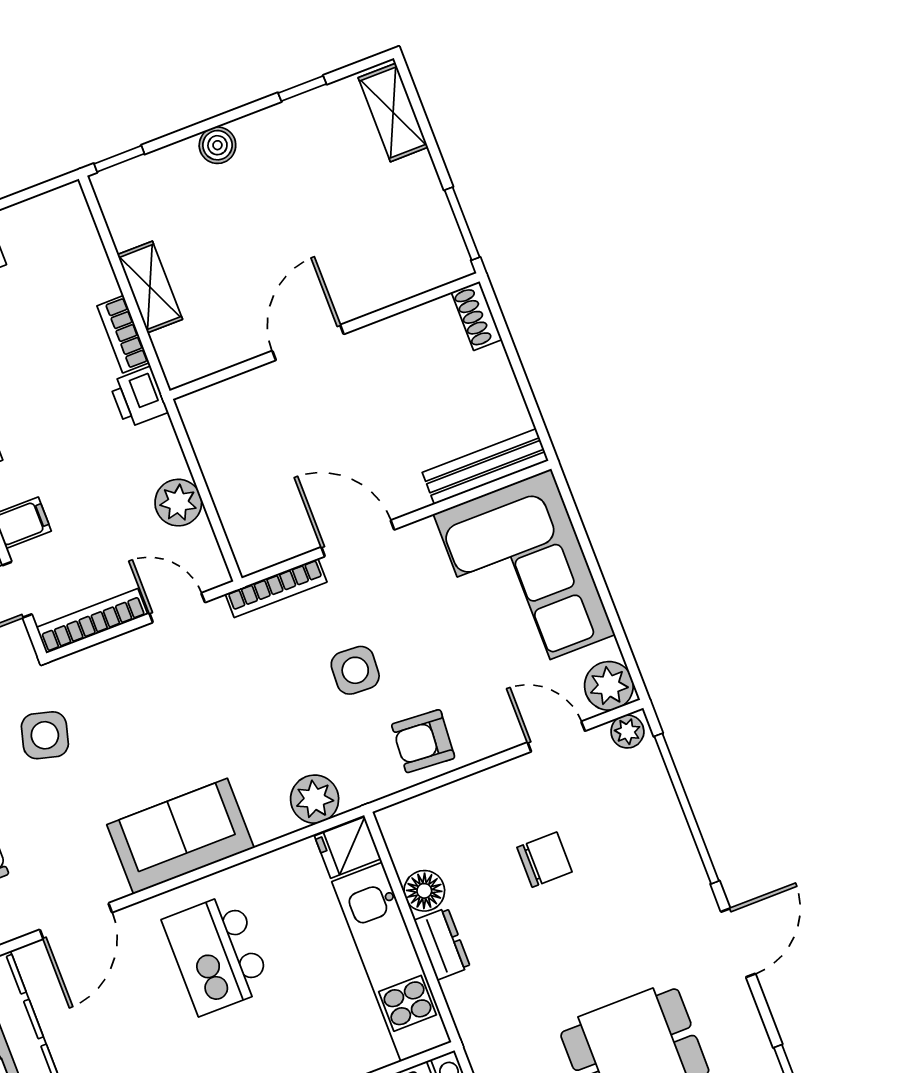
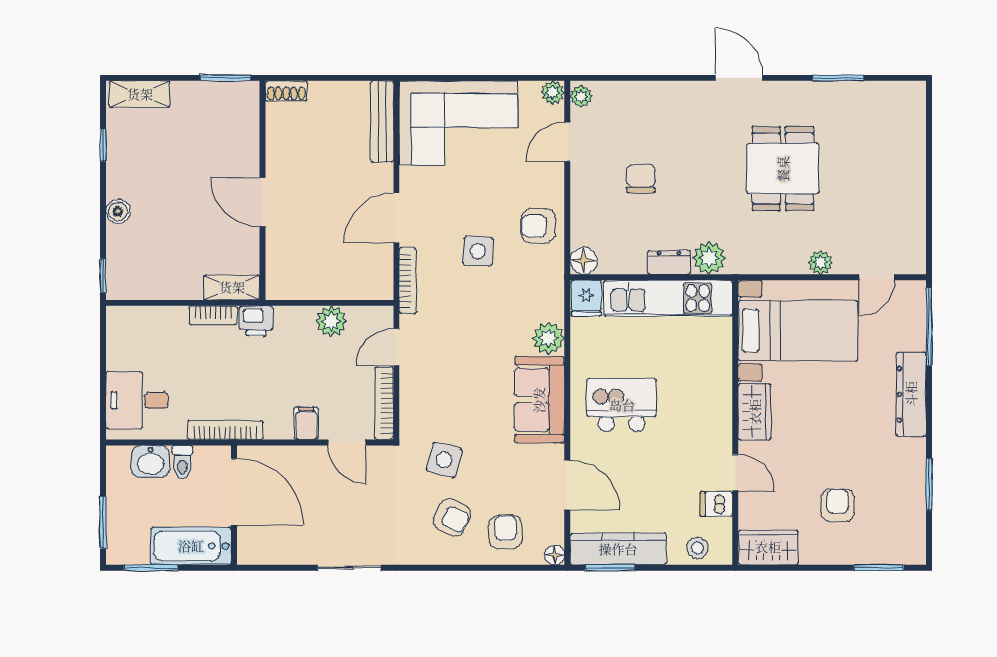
shelving: (150, 287) -> (232, 287), moved
plant: (609, 686) -> (553, 93), width x0.73, depth x0.73
armchair: (423, 741) -> (538, 226), turned 86
plant: (315, 799) -> (548, 338), moved
window: (687, 809) -> (643, 78), removed
floor lamp: (424, 891) -> (584, 261), moved
kitchen island: (217, 954) -> (622, 405), turned 180
plant: (470, 998) -> (709, 258), added

